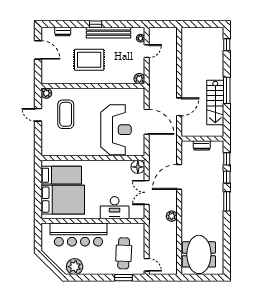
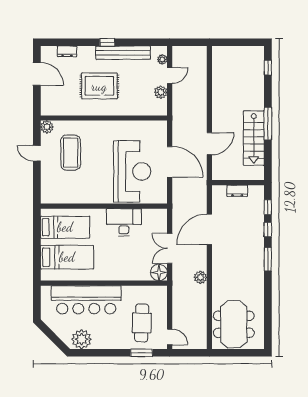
plant: (139, 79) -> (161, 92), moved
floor lamp: (138, 167) -> (159, 272), moved
bed: (63, 200) -> (67, 257), width x0.67
desk: (115, 208) -> (124, 222), moved, turned 180

